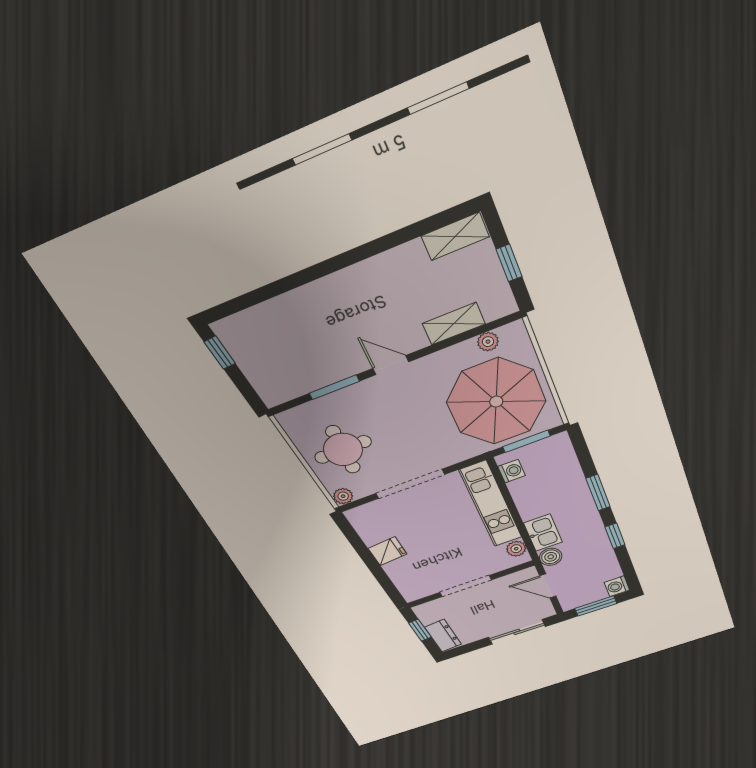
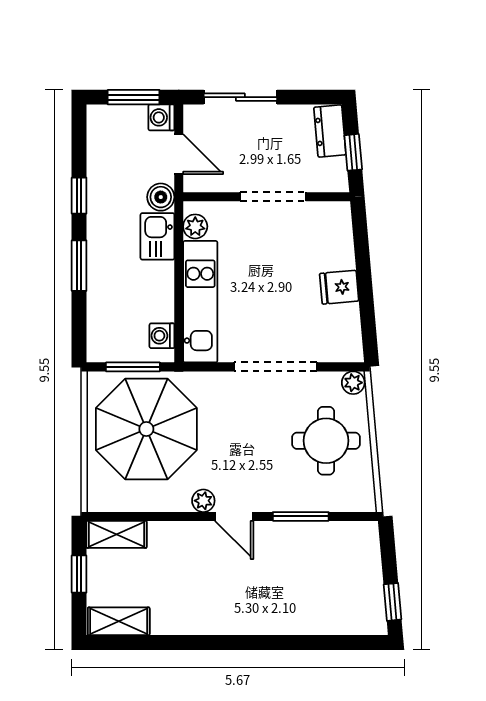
shelving: (454, 324) -> (117, 534), moved
plant: (488, 342) -> (203, 501), moved
washing machine: (617, 586) -> (161, 117), moved, turned 180

